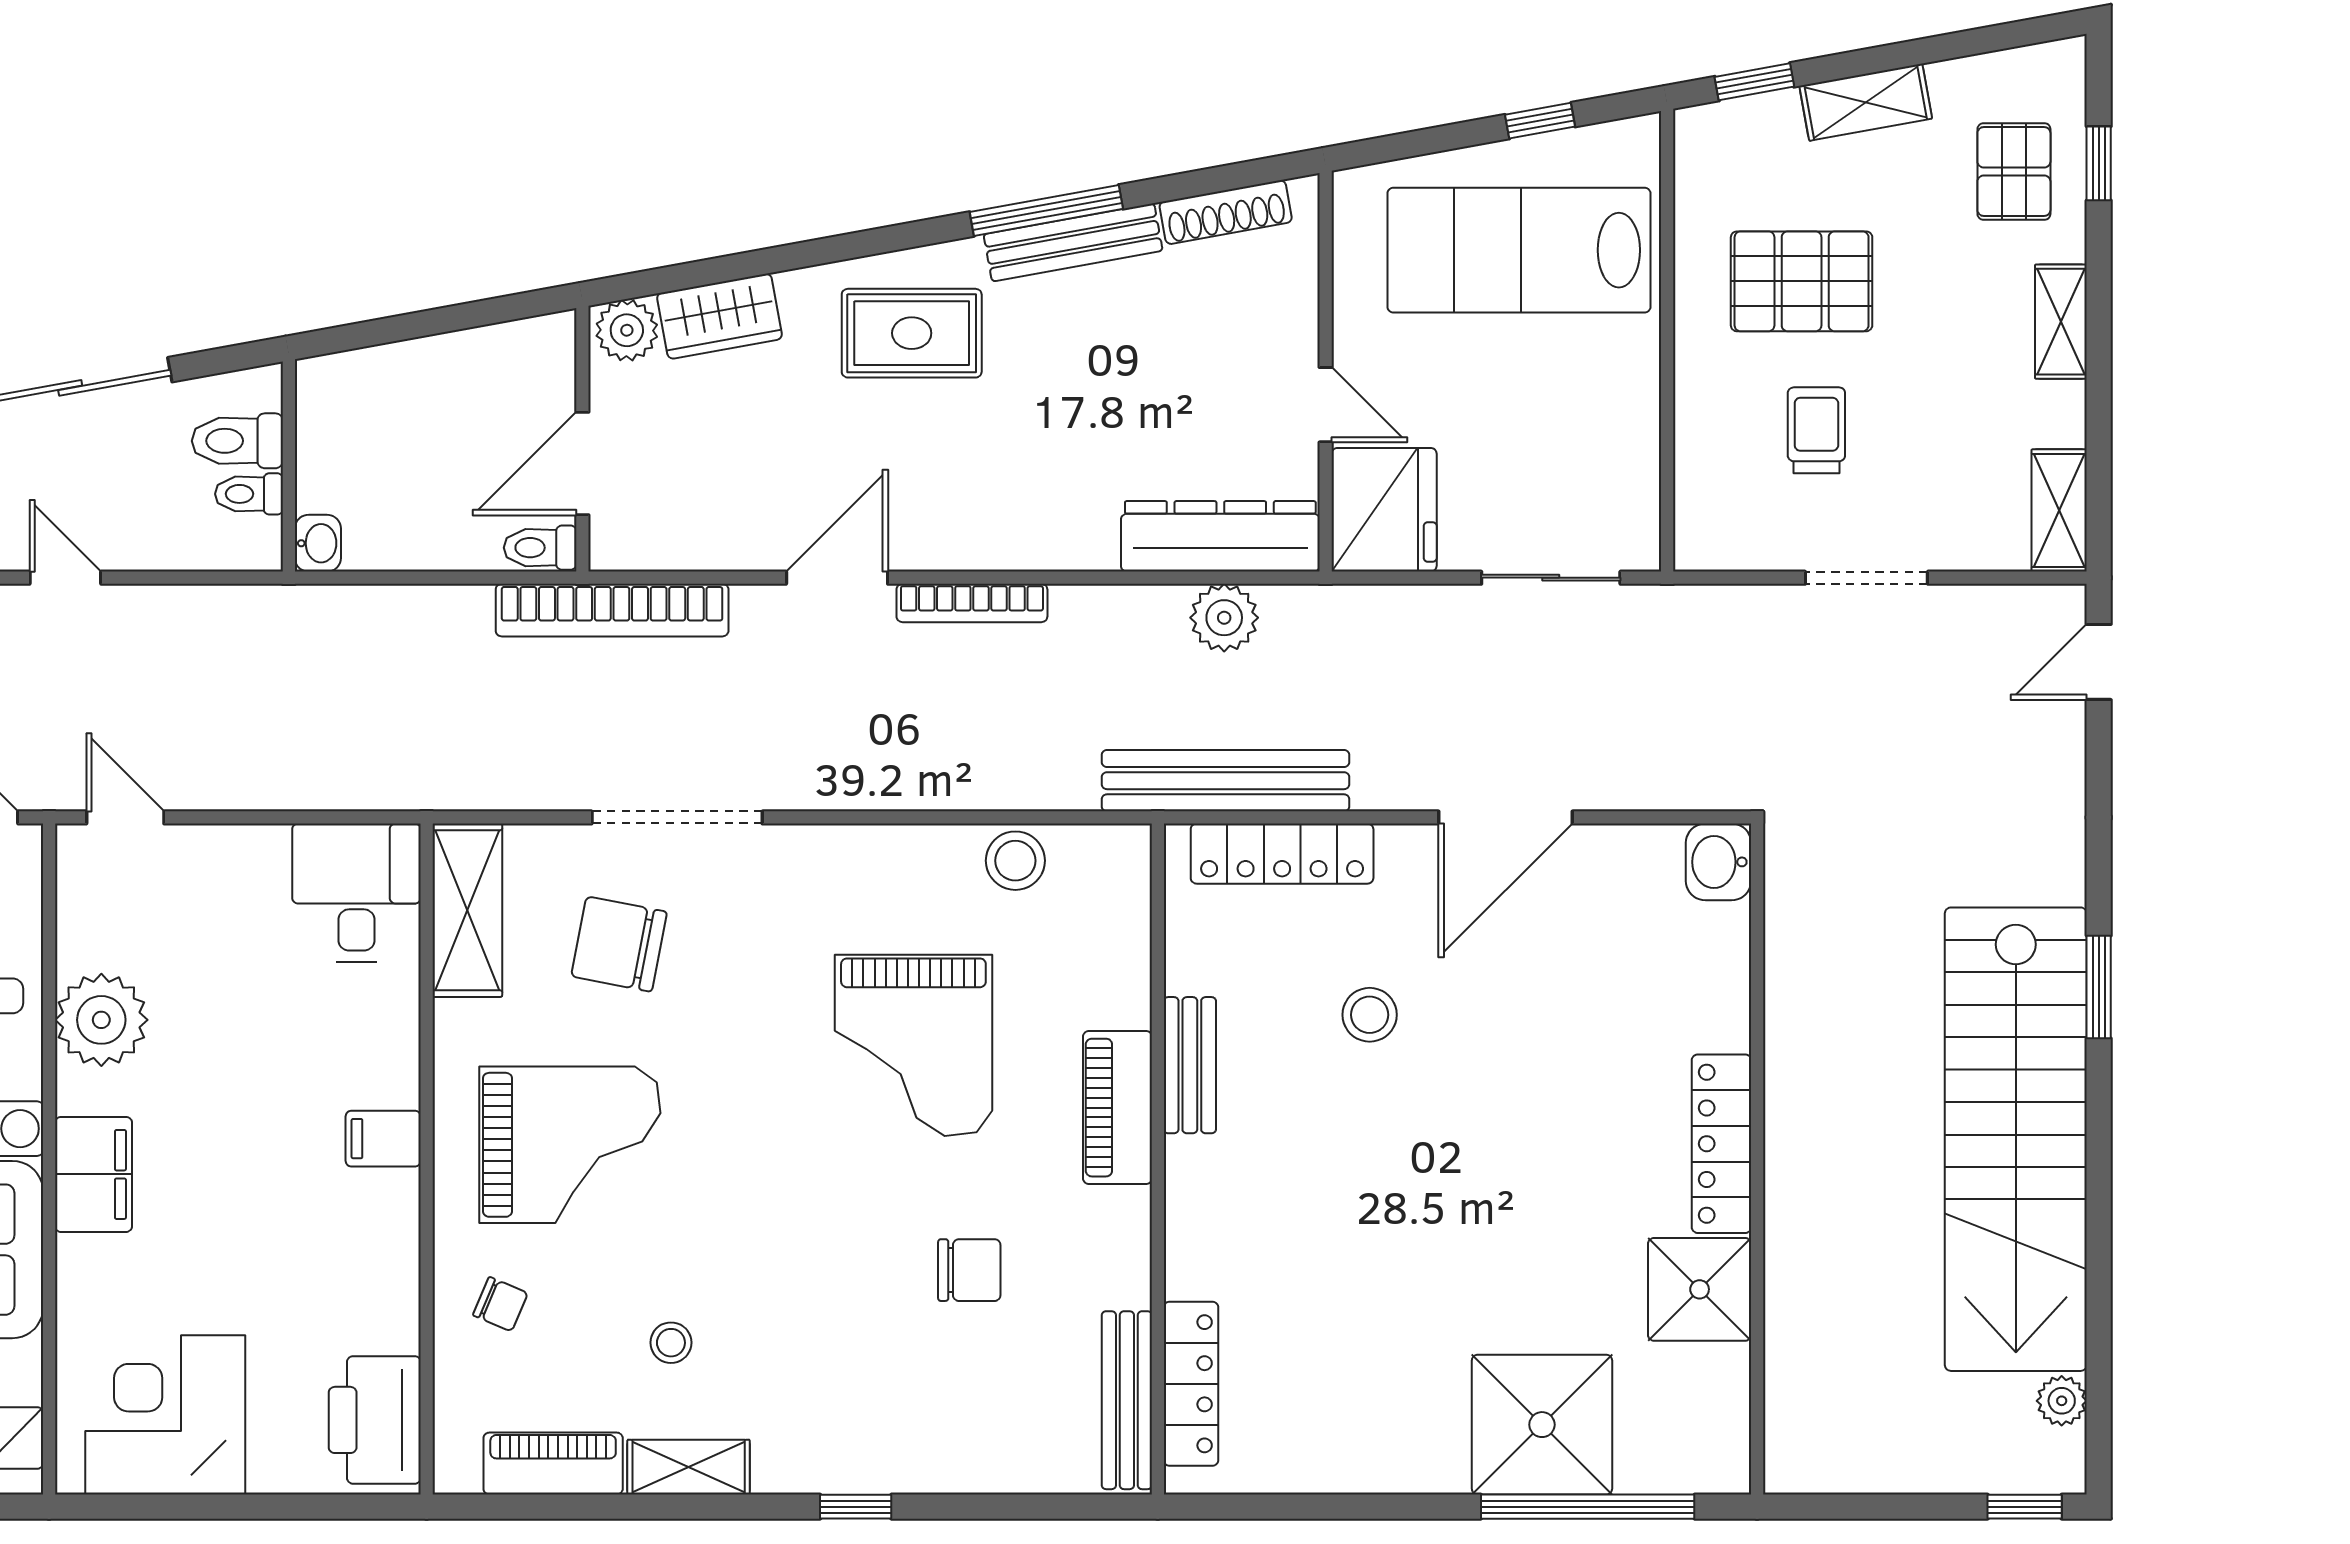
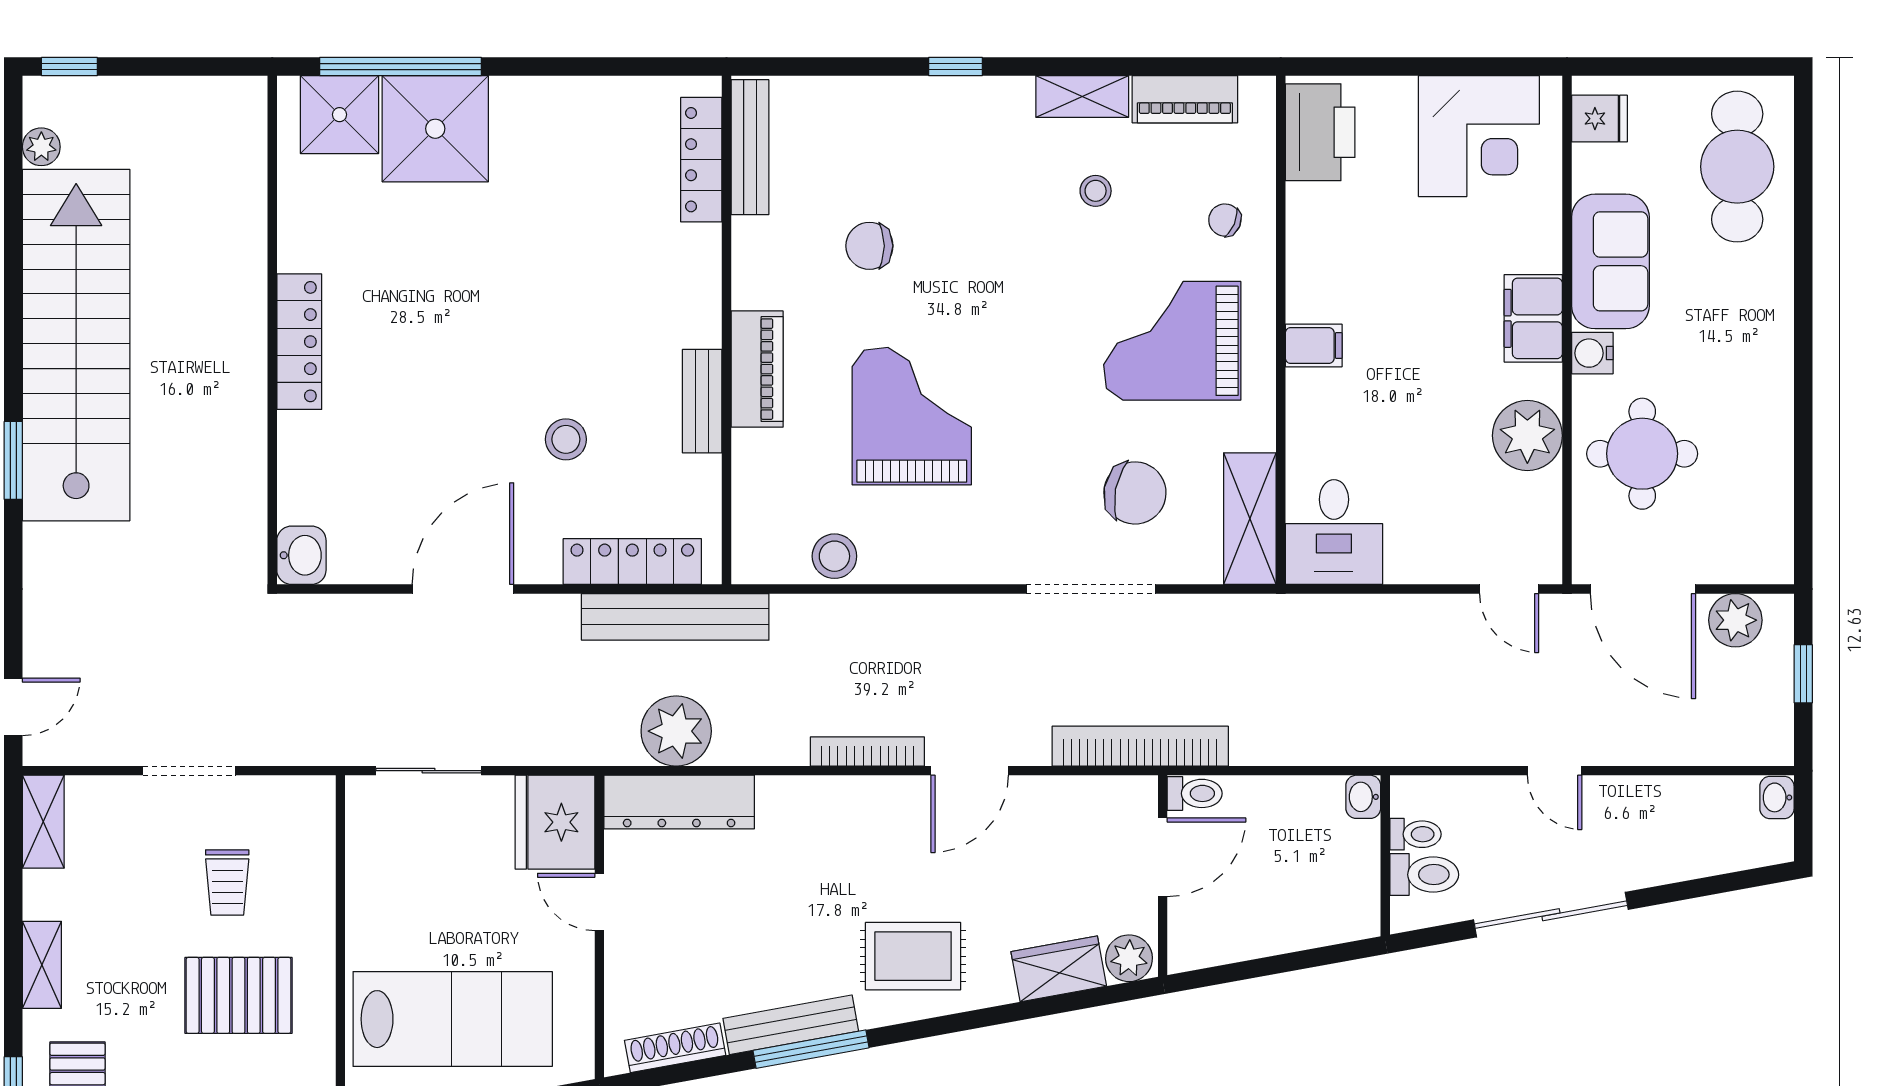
plant: (1224, 618) -> (676, 731), width x1.36, depth x1.36
shower: (1700, 1289) -> (340, 115), moved

